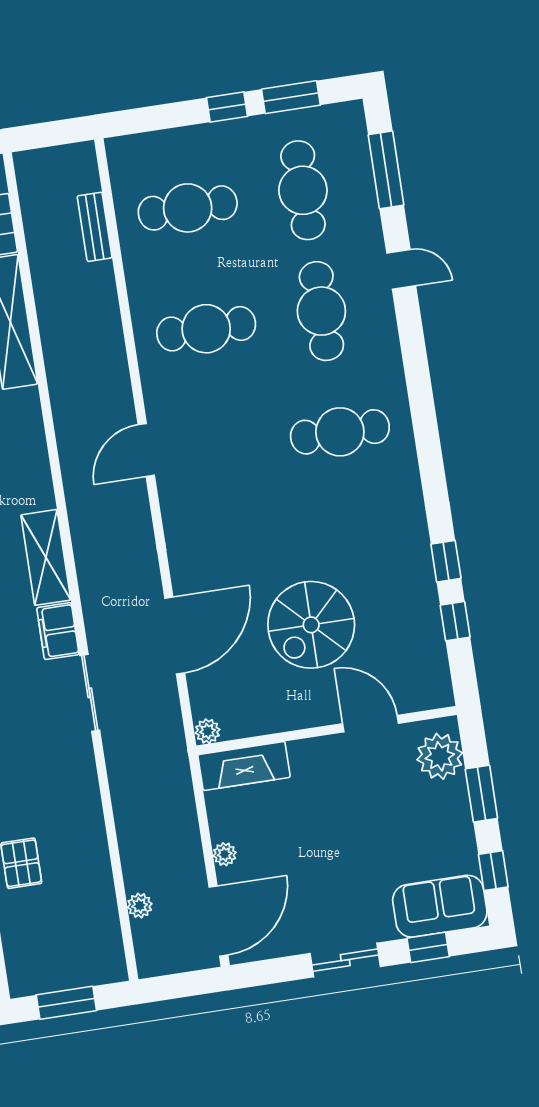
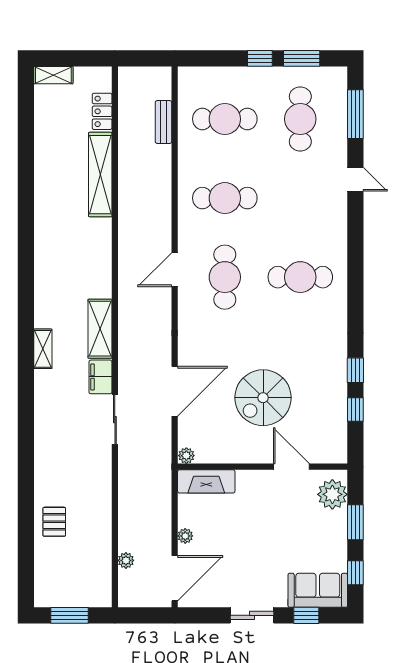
cafe table: (321, 311) -> (225, 277), moved

